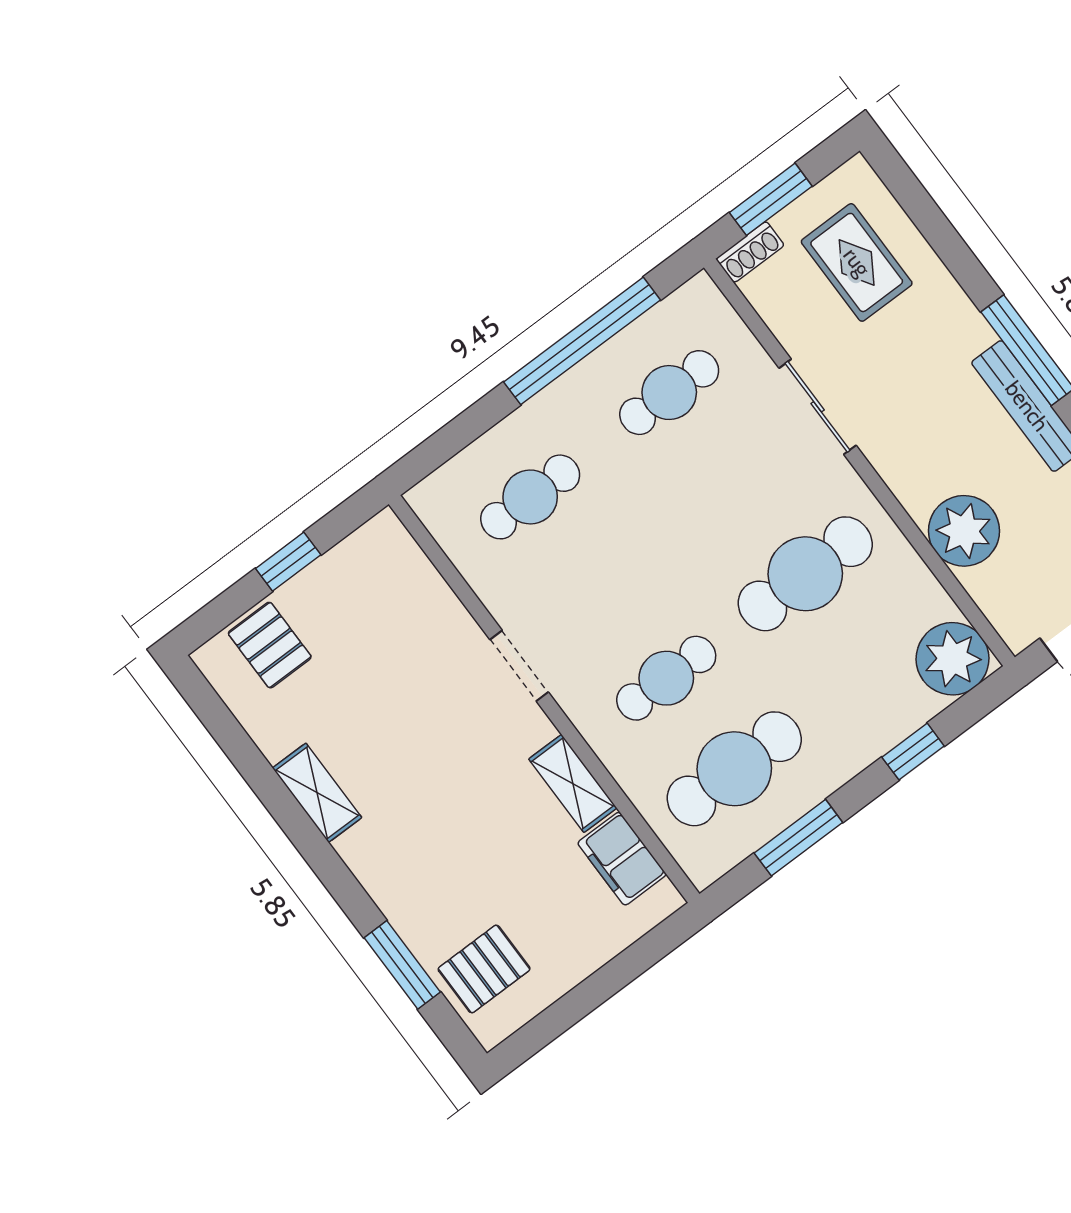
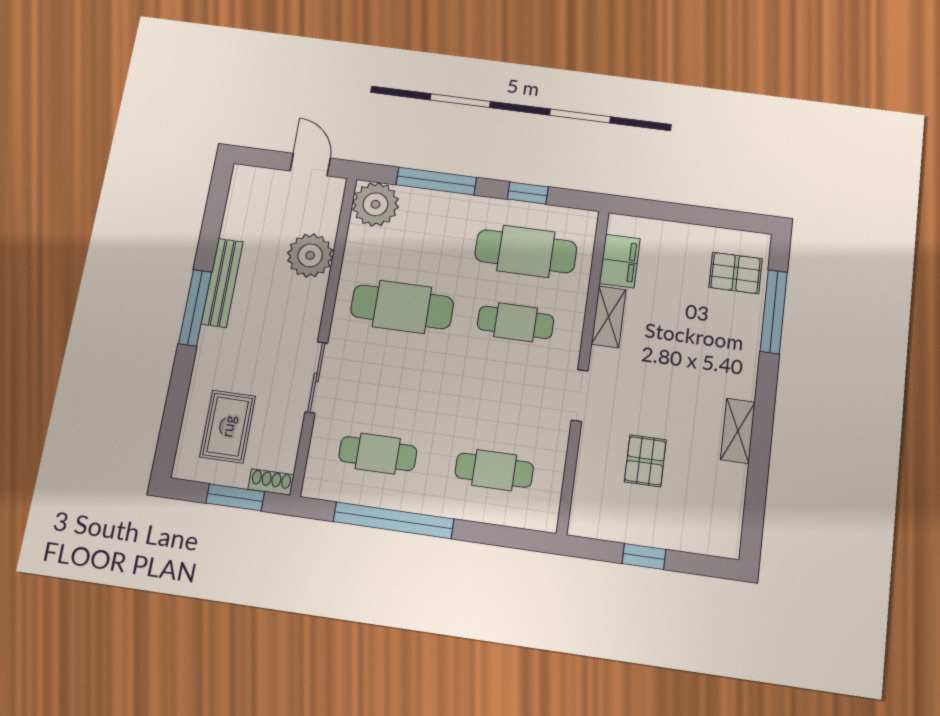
pallet: (270, 645) -> (645, 461), moved
window: (913, 752) -> (436, 181), width x2.17
window: (798, 838) -> (528, 193), width x0.67
window: (402, 965) -> (774, 312), width x1.44

